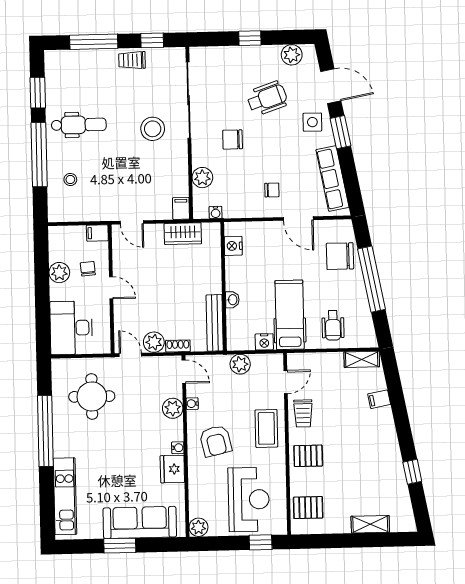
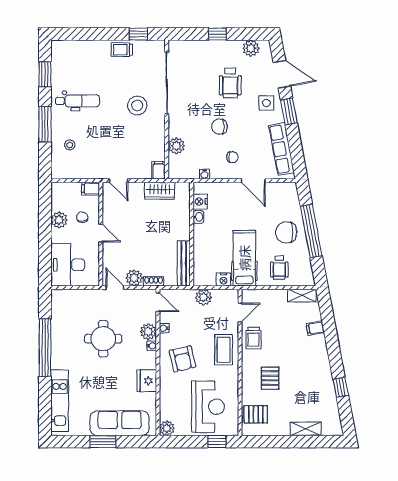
window: (94, 42) -> (91, 34), removed
wheelchair: (267, 98) -> (230, 83), turned 109
chair: (233, 139) -> (219, 127), moved
window: (39, 155) -> (45, 124), width x0.68
water cooler: (216, 212) -> (204, 174), moved
chair: (340, 256) -> (286, 232), moved
washbasin: (232, 300) -> (198, 217), moved
round table: (92, 396) -> (103, 339), moved
water cooler: (178, 448) -> (152, 346), moved
pallet: (308, 456) -> (270, 378), moved, turned 90

